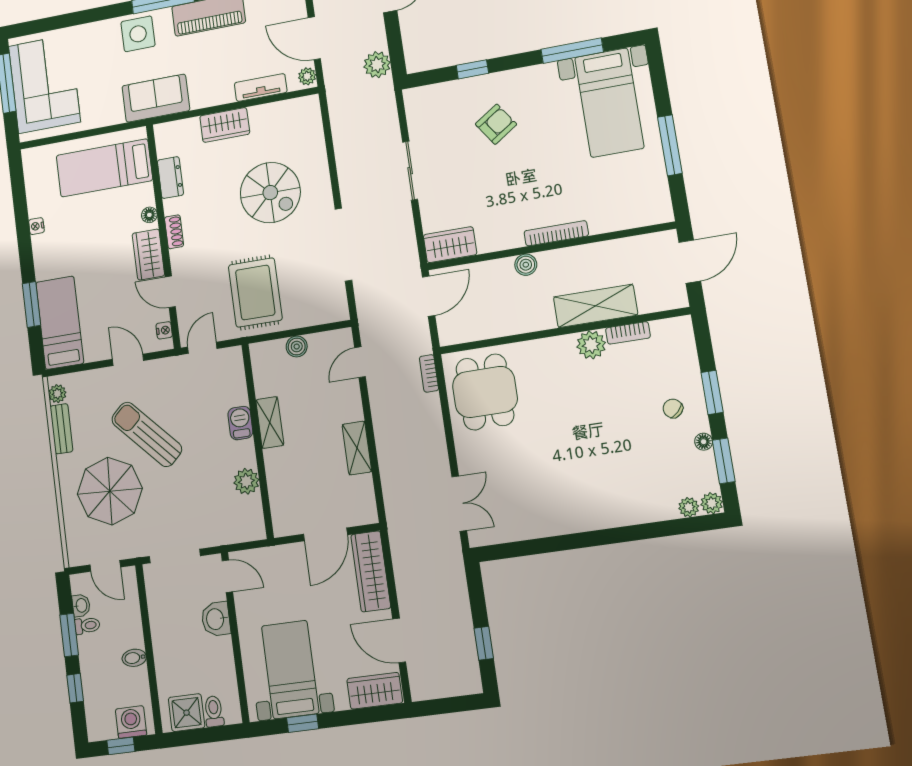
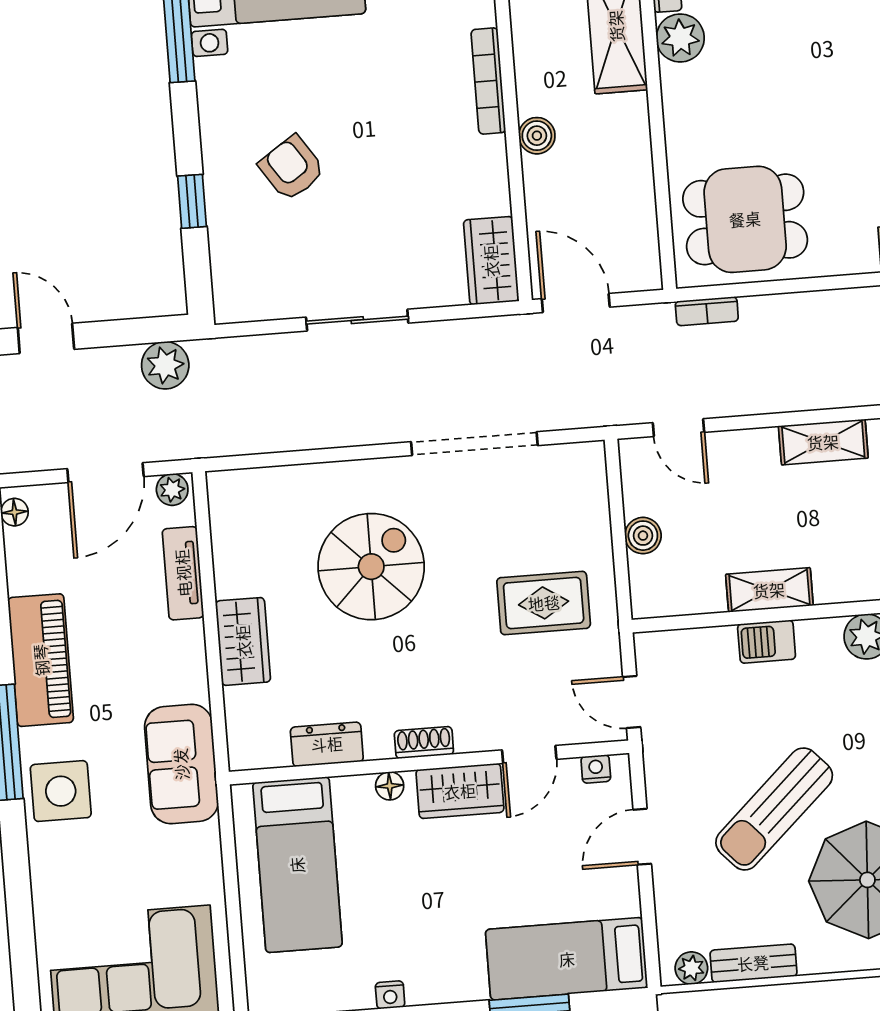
rug: (255, 292) -> (544, 603), width x0.73, depth x0.70

